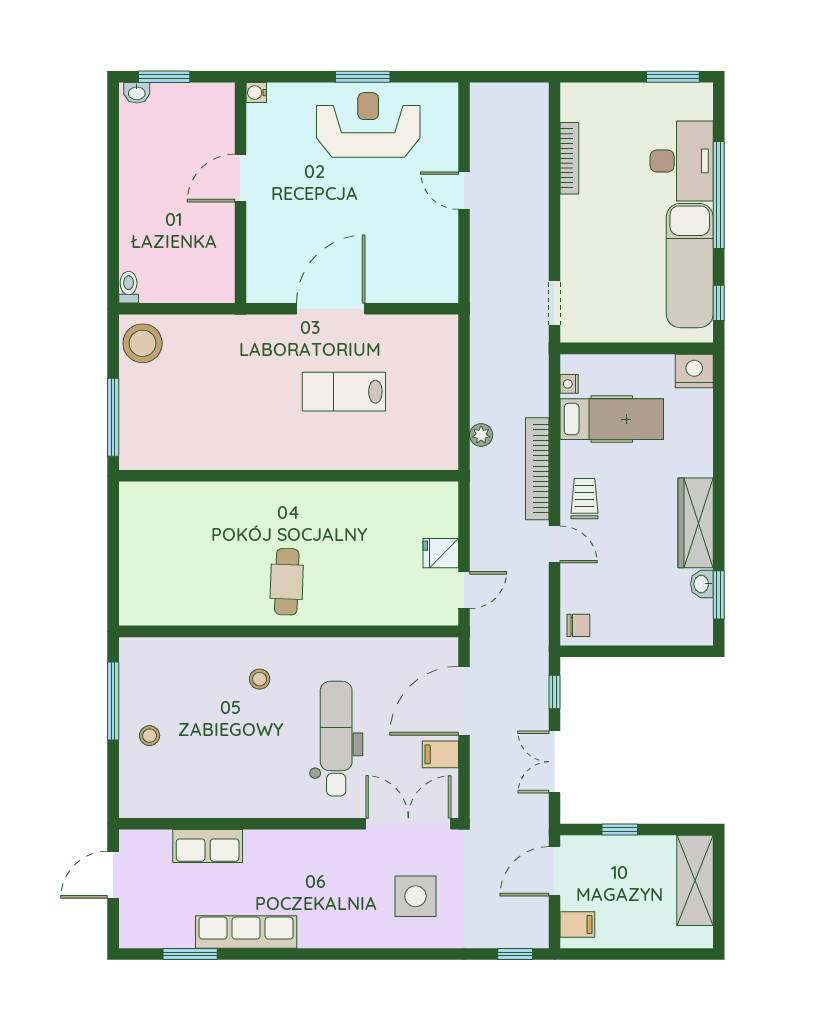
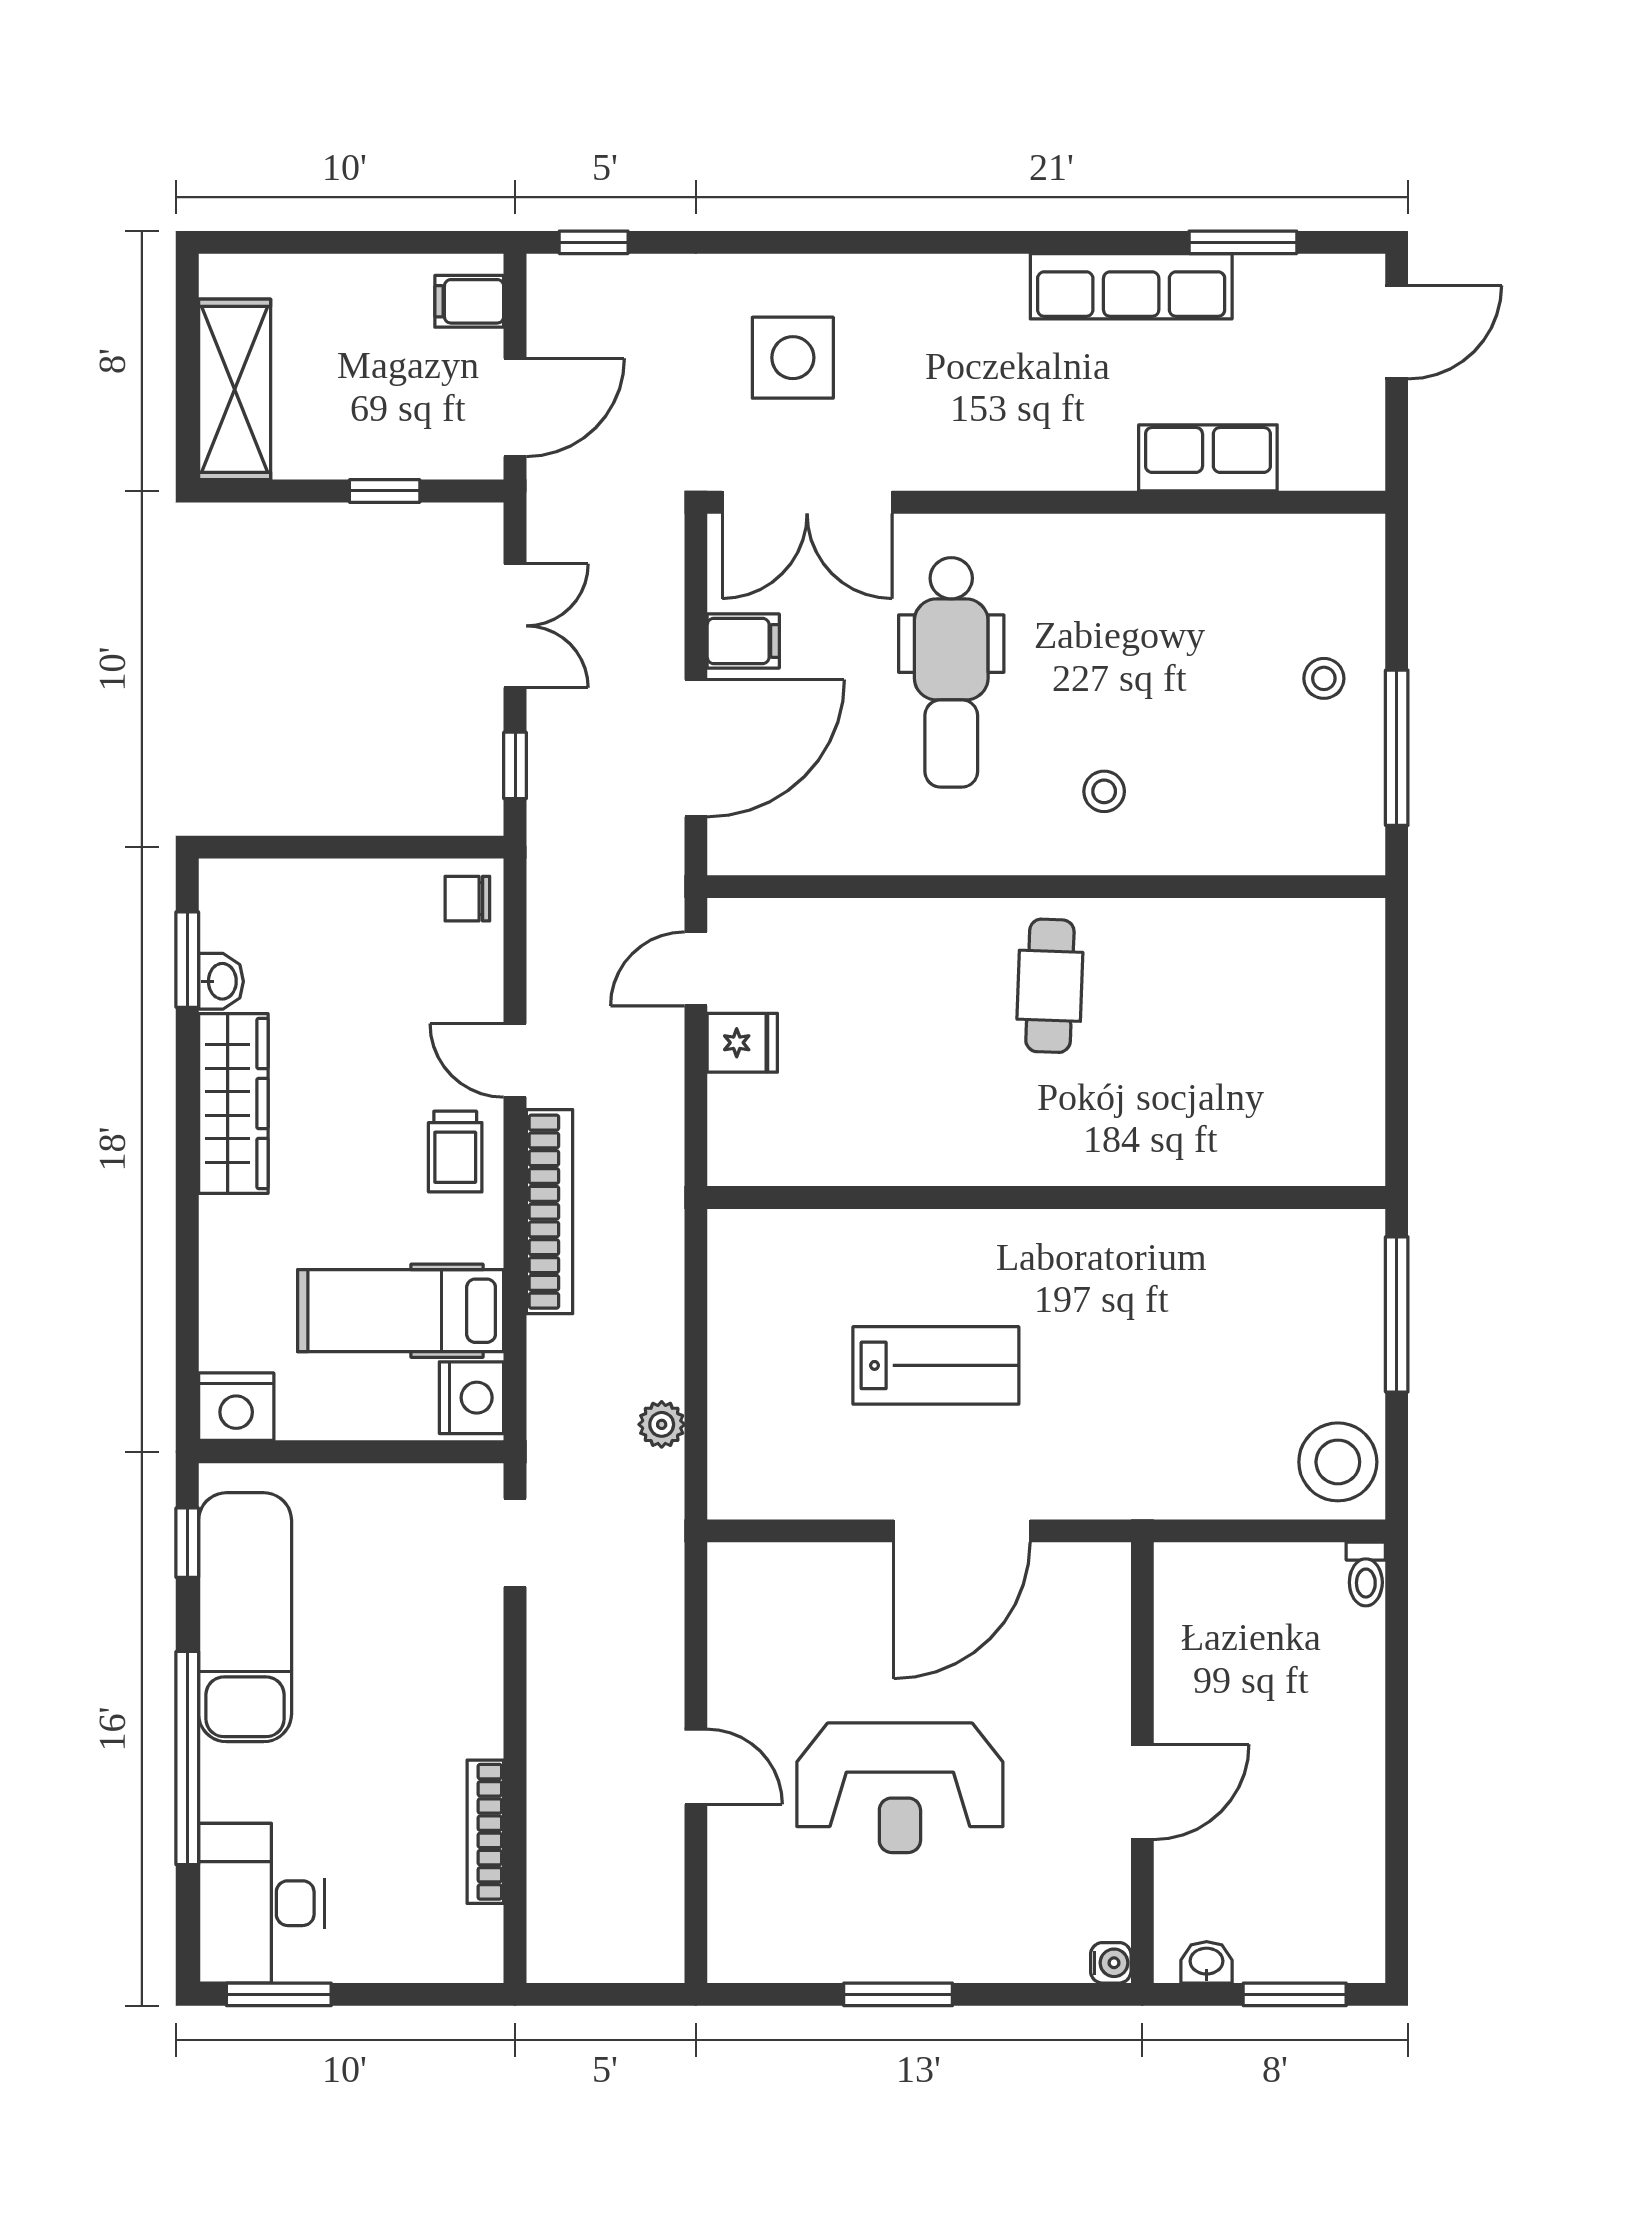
washbasin: (137, 93) -> (1207, 1962), moved
reception desk: (368, 125) -> (900, 1788), moved
desk: (682, 161) -> (261, 1903), moved
nightstand: (569, 384) -> (472, 1398), width x1.89, depth x1.79
plant: (481, 435) -> (662, 1424), moved
door: (113, 875) -> (1397, 332), moved

